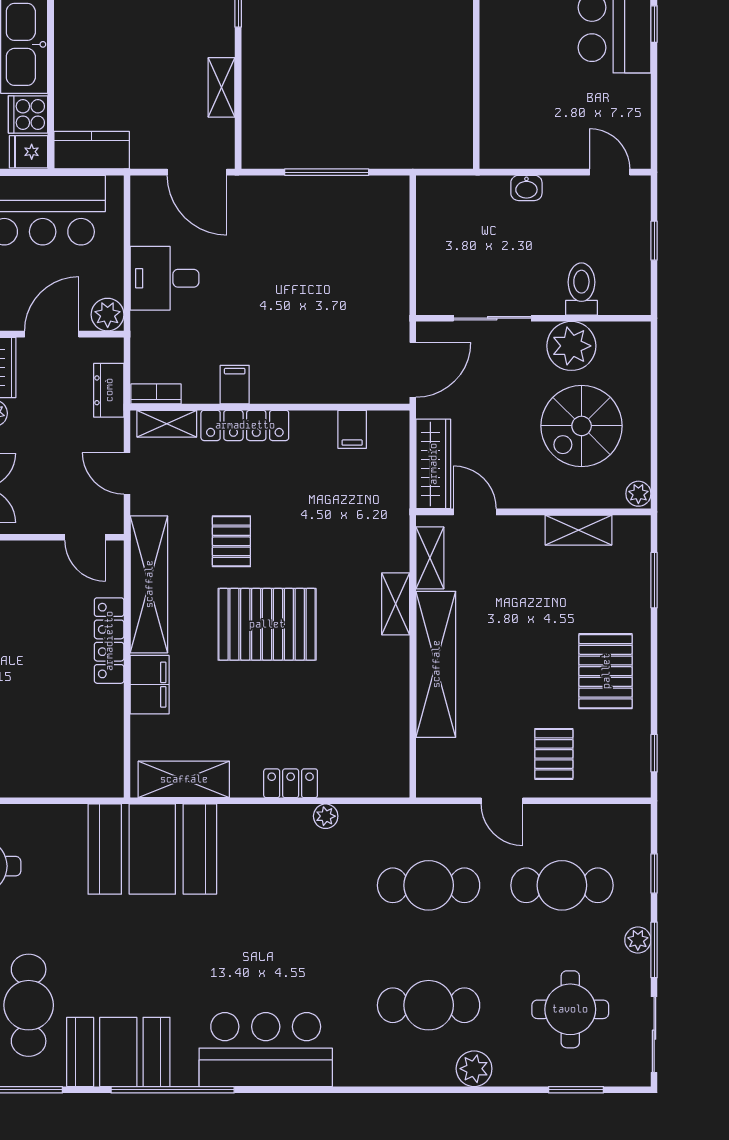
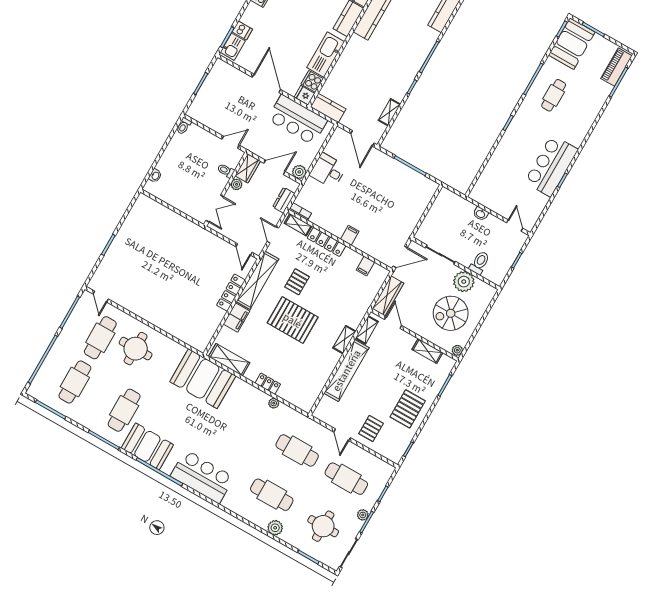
filing cabinet: (235, 385) -> (350, 235), moved

